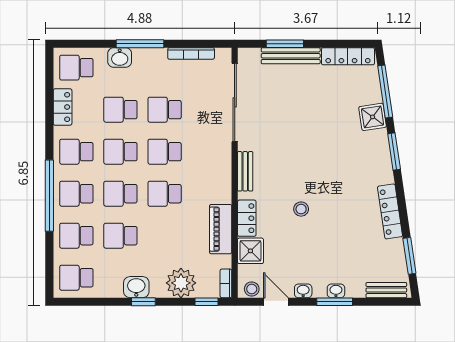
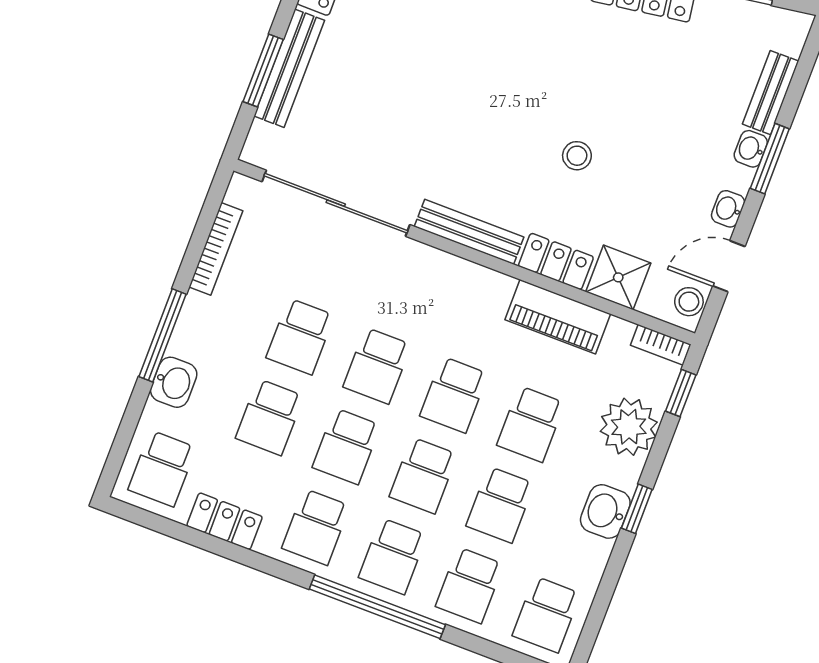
bench: (245, 171) -> (469, 232), width x1.36
school desk: (165, 236) -> (531, 424), added
bench: (386, 290) -> (771, 93), moved

